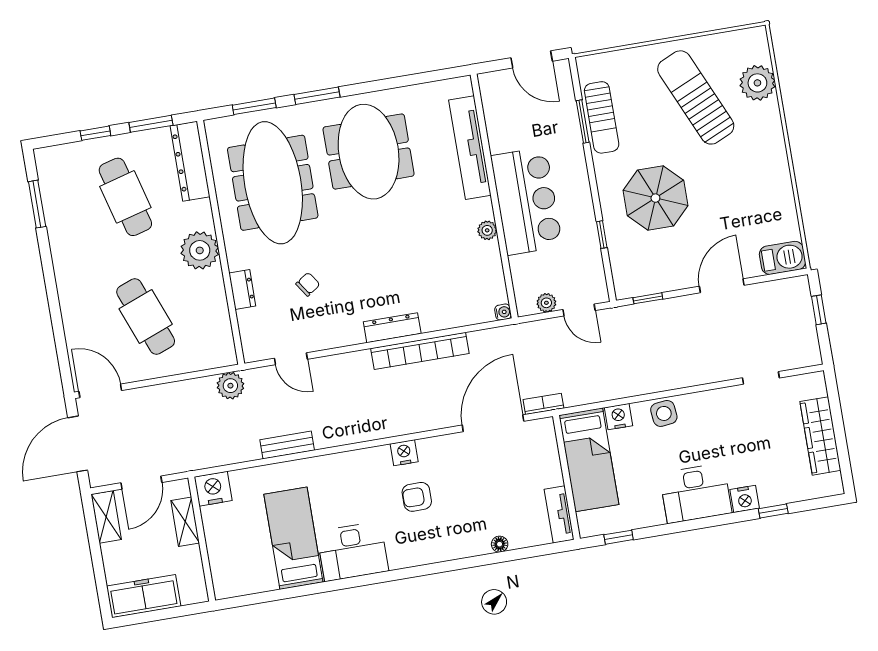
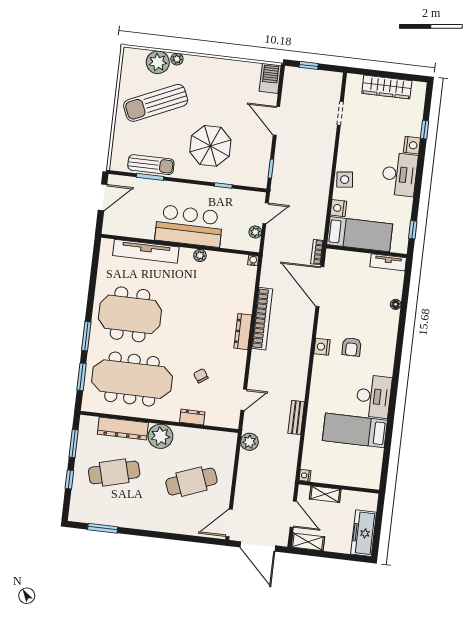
plant: (771, 110) -> (177, 59), added
dresser: (190, 161) -> (123, 428), moved
nightstand: (213, 489) -> (305, 475), width x0.53, depth x0.56

